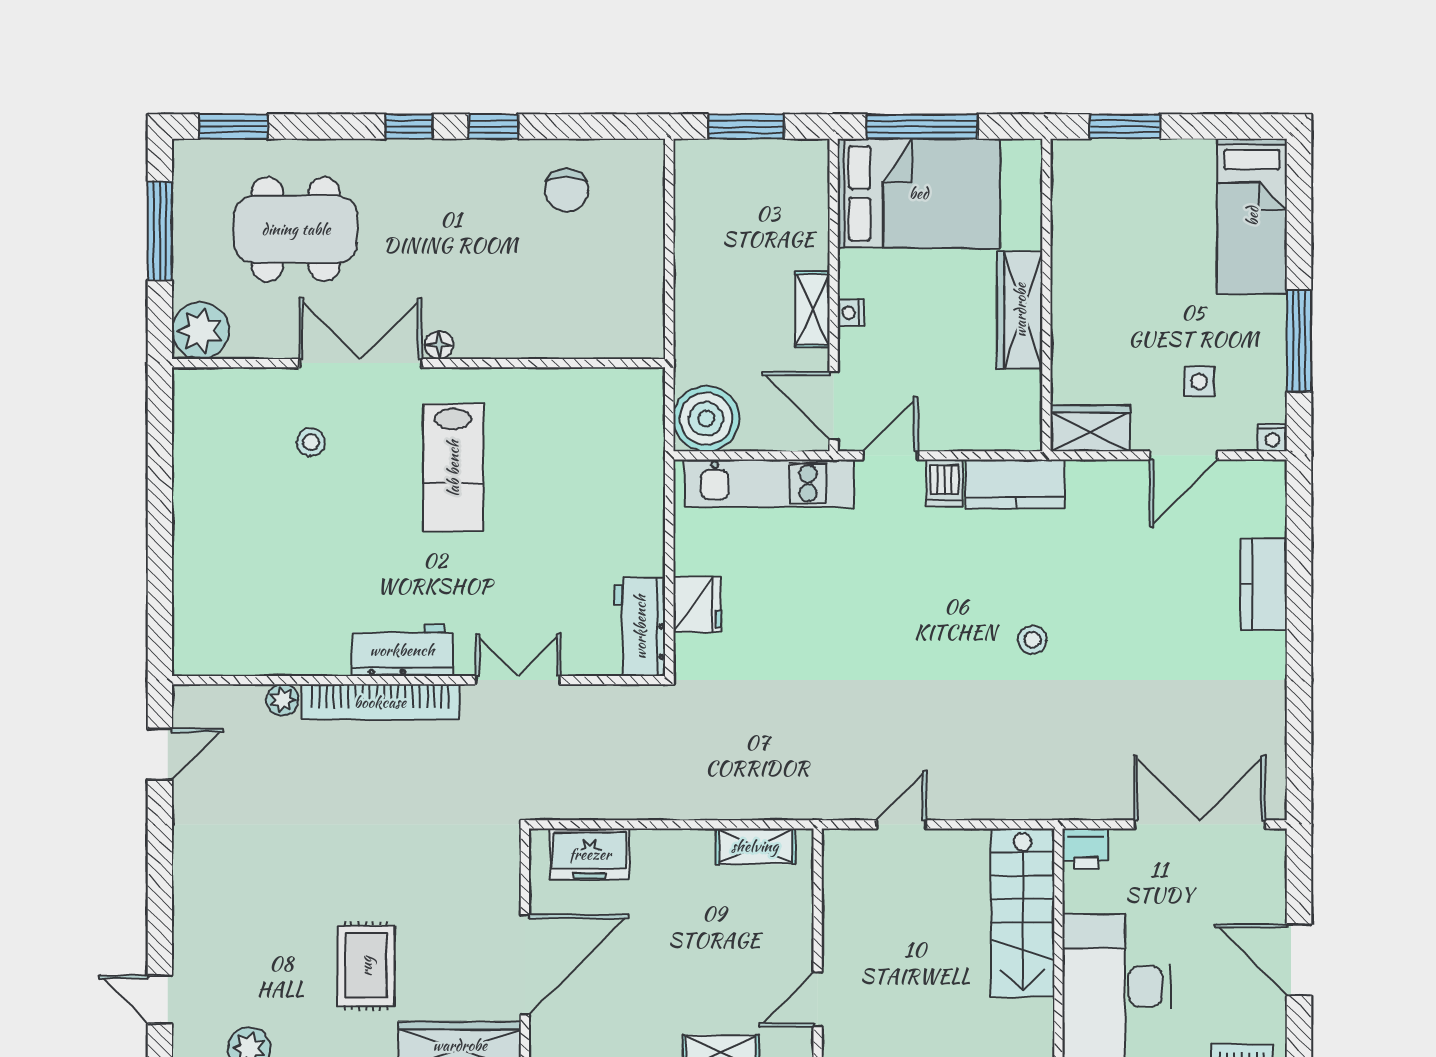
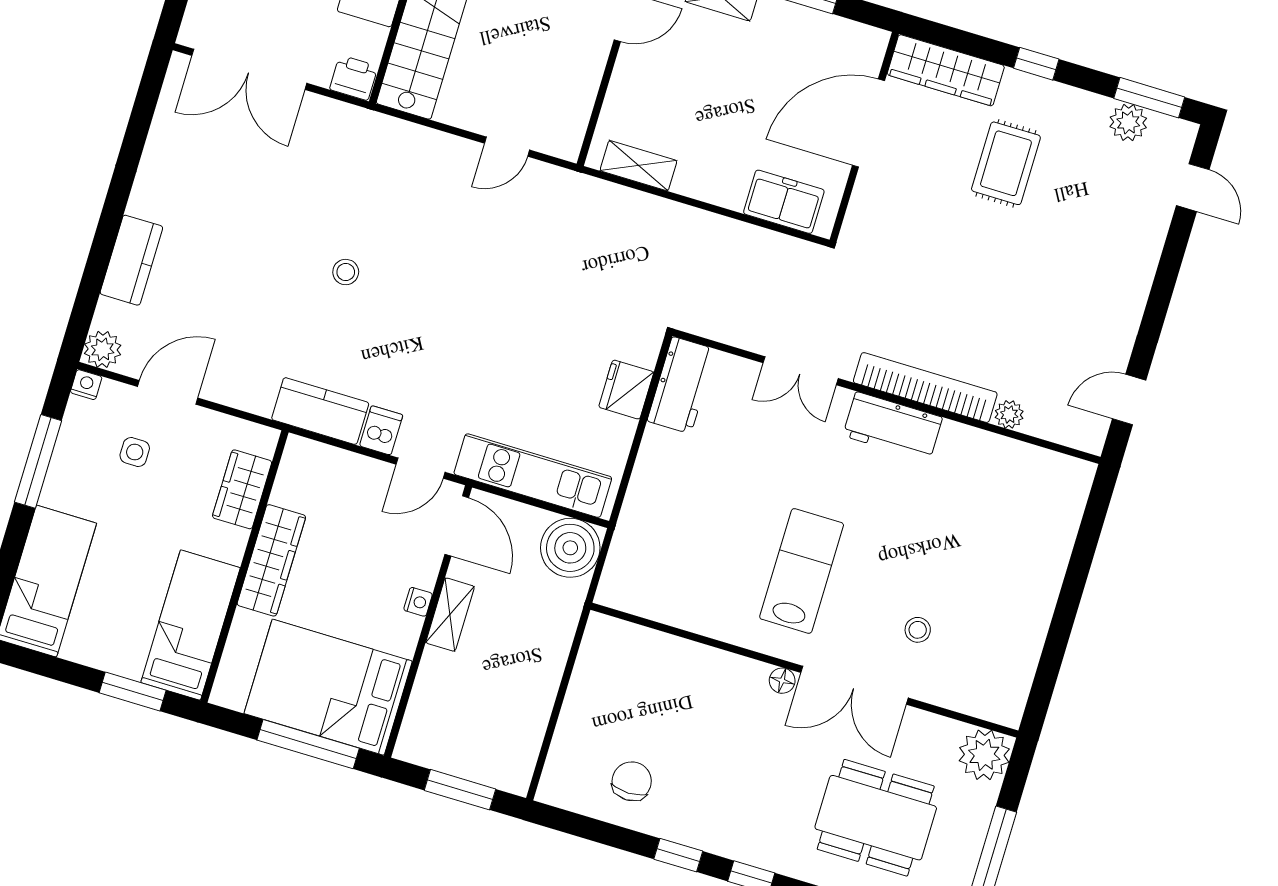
bed: (1085, 215) -> (190, 625), added
wardrobe: (1090, 428) -> (242, 489), moved, turned 90
plant: (1266, 480) -> (103, 349), added

